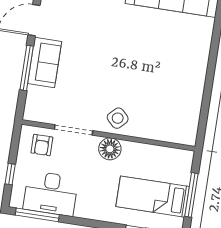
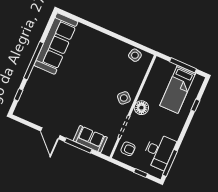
sofa: (45, 63) -> (90, 139), moved
side table: (187, 118) -> (135, 55), added

